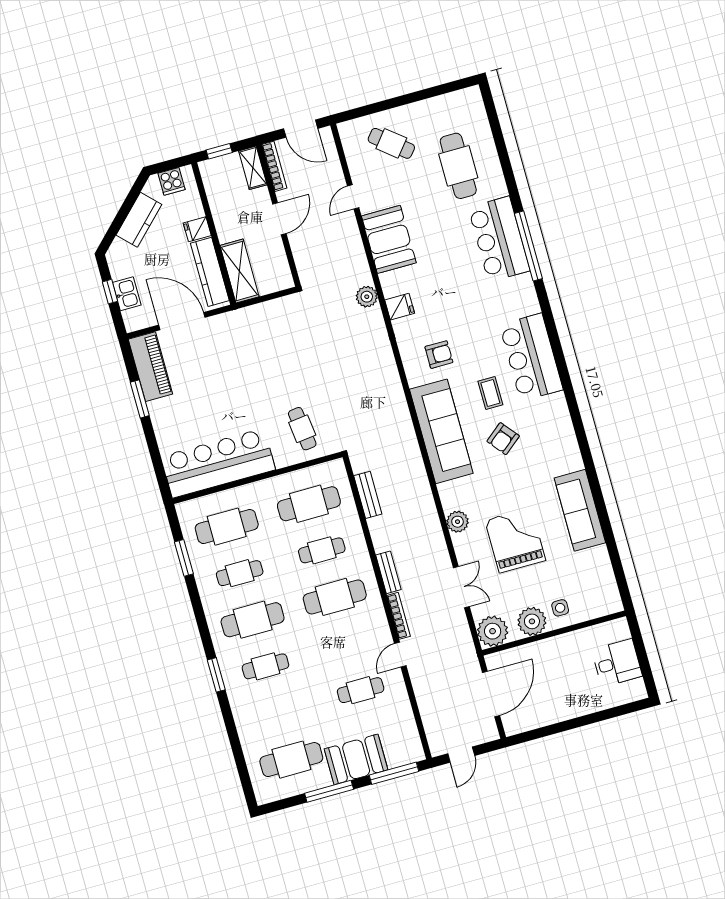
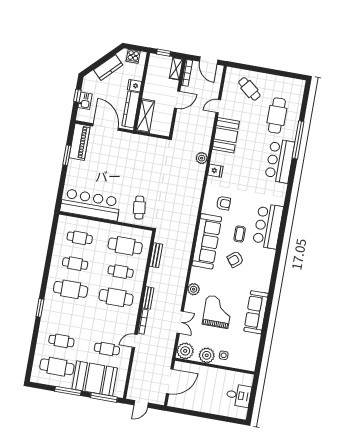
window: (528, 246) -> (298, 140), moved
cafe table: (227, 527) -> (80, 238), width x0.73, depth x0.74
window: (184, 558) -> (51, 243), removed
cafe table: (265, 666) -> (61, 341), moved
booth: (356, 759) -> (95, 378), width x1.36, depth x1.42

